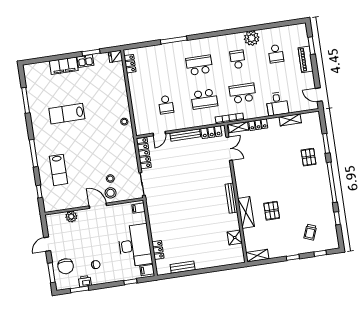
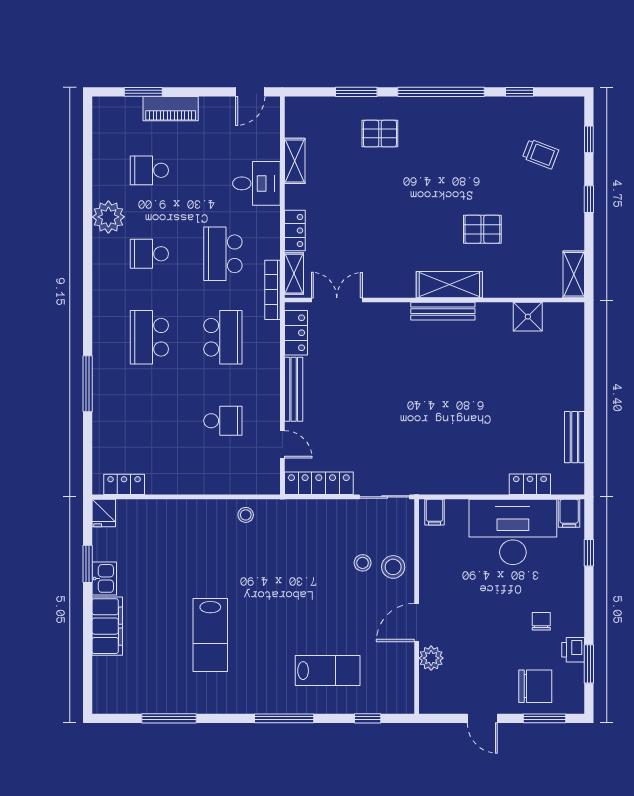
school desk: (276, 54) -> (149, 170), turned 180
door: (98, 206) -> (417, 622), moved
shelving: (246, 213) -> (449, 285), moved

